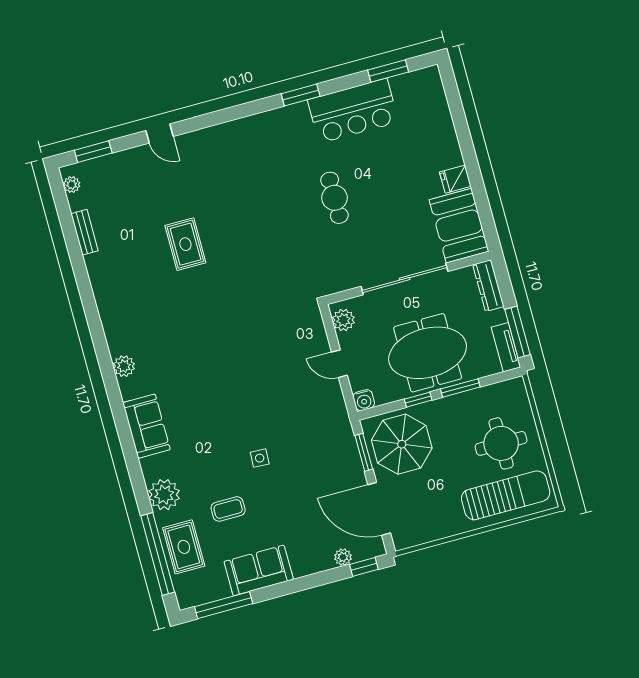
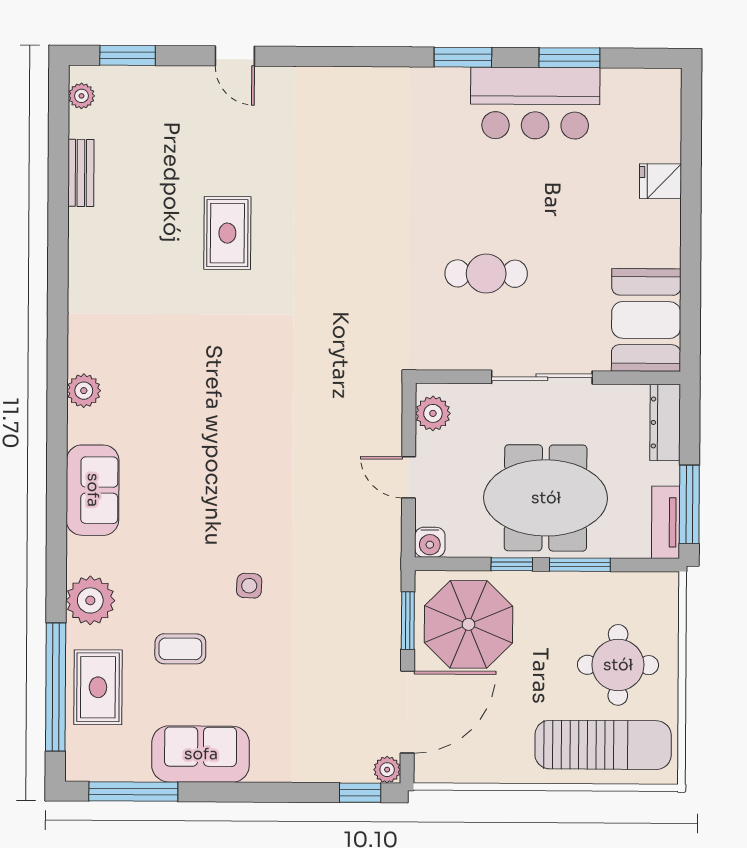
window: (388, 71) -> (569, 58), moved
fridge: (455, 179) -> (660, 181), moved
cafe table: (334, 198) -> (486, 274), moved, turned 90
sliding door: (404, 279) -> (542, 377), width x0.73
door: (379, 509) -> (407, 712), swing flipped
plant: (343, 557) -> (387, 770), moved

